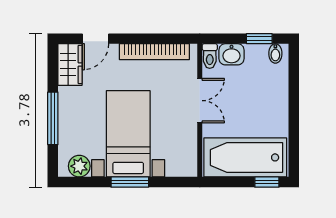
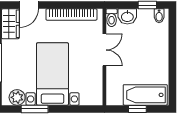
bathtub: (245, 157) -> (145, 95), width x0.73, depth x0.73
window: (130, 182) -> (35, 109), moved
window: (267, 182) -> (137, 109), moved

